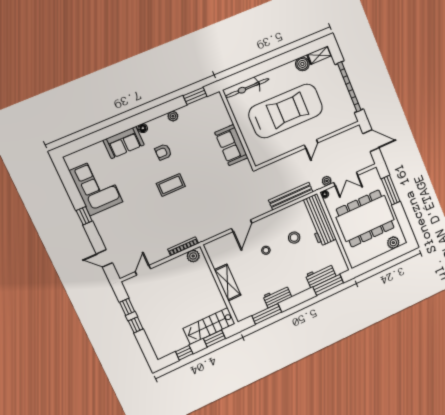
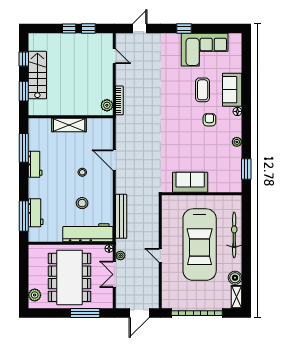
bicycle: (247, 88) -> (234, 235), moved
coffee table: (171, 185) -> (203, 90), moved
stairs: (209, 326) -> (37, 75), moved

